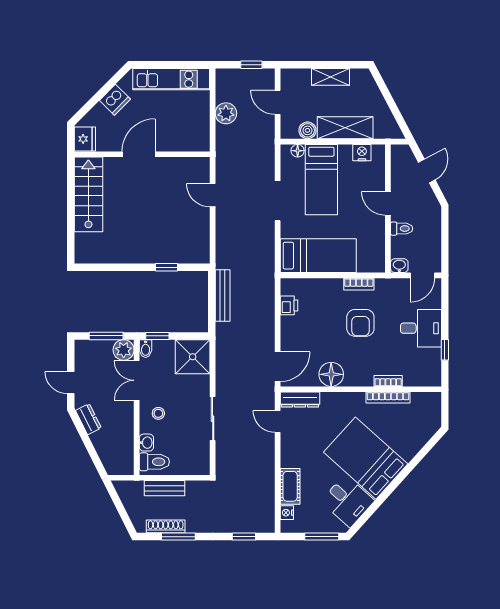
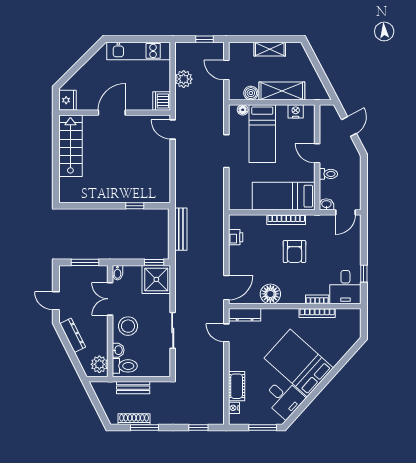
dishwasher: (115, 100) -> (162, 101), moved, turned 135
door: (213, 195) -> (173, 129), moved
bed: (318, 256) -> (284, 196), moved, turned 180
bookcase: (359, 284) -> (286, 220), width x1.56
desk: (421, 328) -> (345, 287), moved, turned 90
window: (157, 336) -> (154, 262), moved
plant: (124, 350) -> (99, 364), moved
stool: (158, 413) -> (128, 326), width x1.89, depth x1.89
dresser: (88, 419) -> (73, 335), width x1.44

